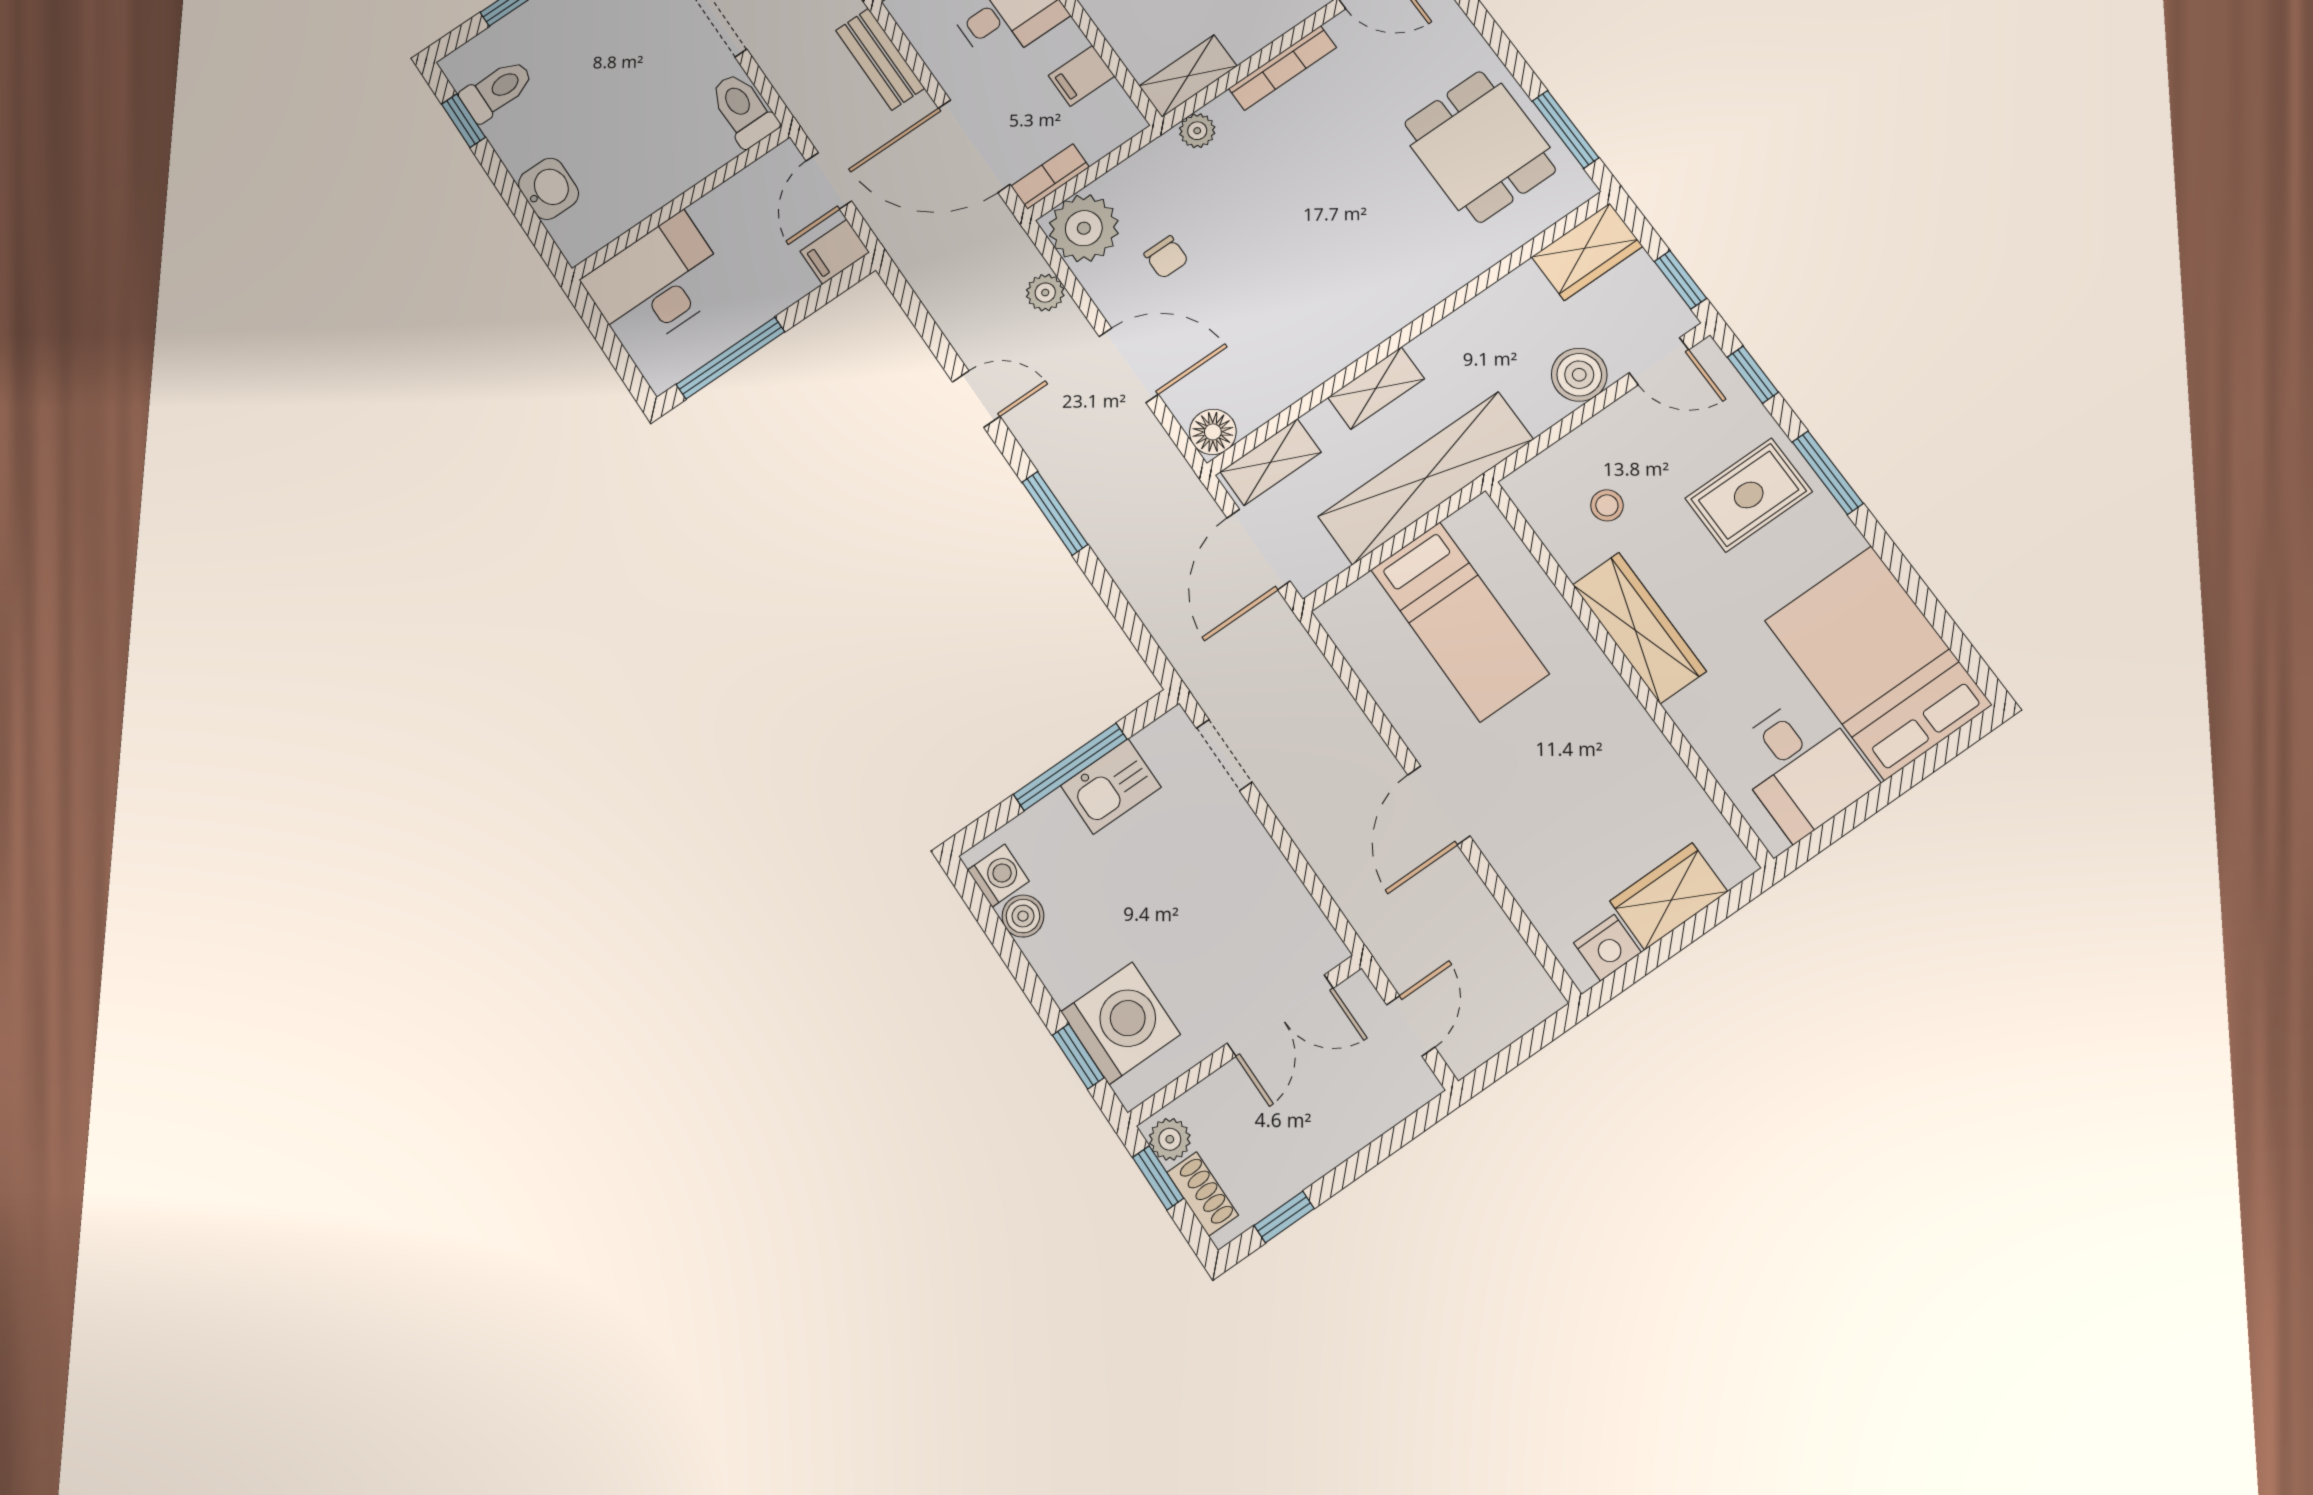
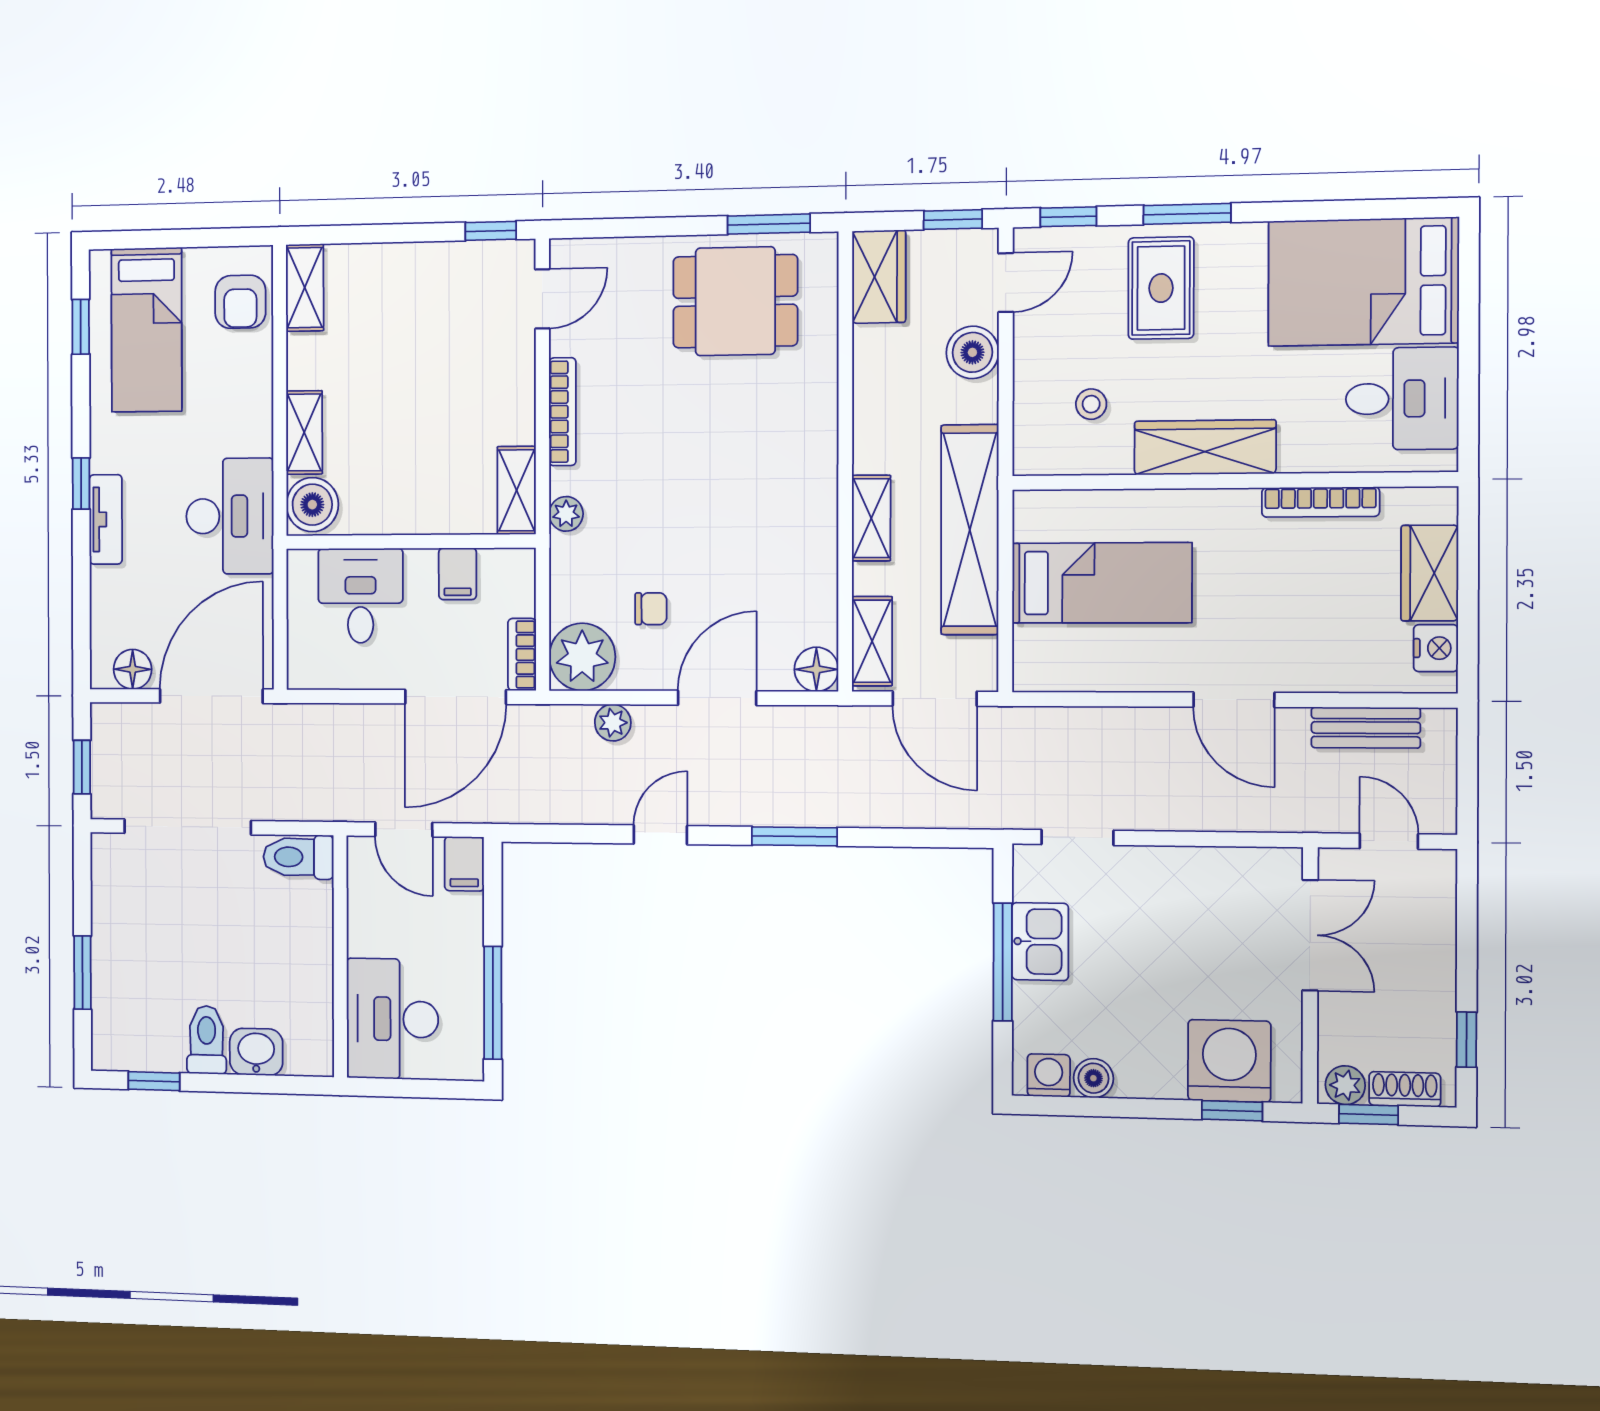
bench: (880, 59) -> (1366, 728), moved
toilet: (497, 90) -> (207, 1040), moved
bookcase: (1663, 759) -> (1320, 502), added

